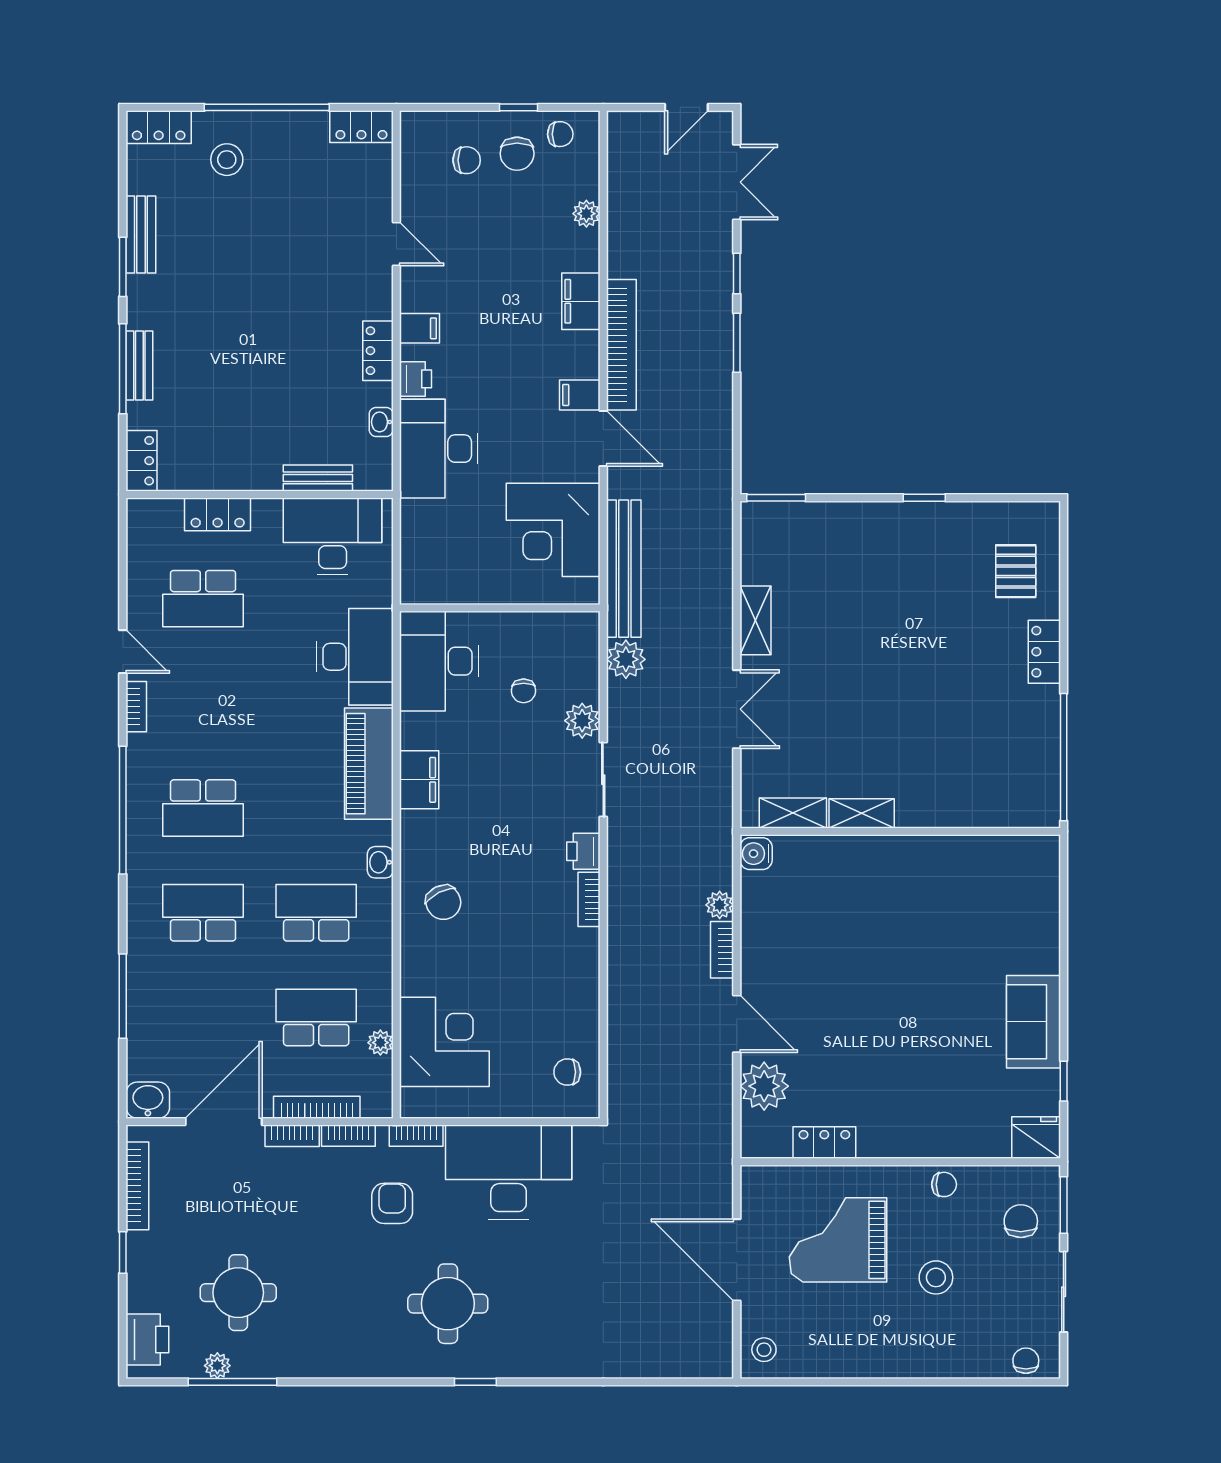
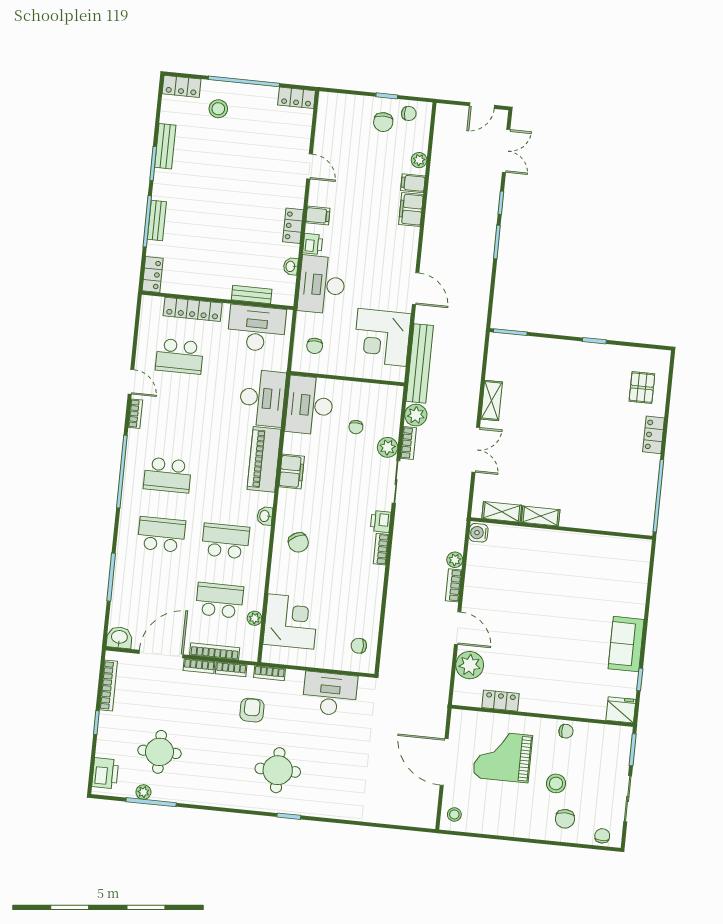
chair: (467, 160) -> (315, 346), moved, turned 90
bookcase: (621, 345) -> (408, 443), moved, width x0.43, depth x0.76
filing cabinet: (580, 395) -> (413, 183), moved
locker: (218, 514) -> (193, 309), width x1.53
desk: (509, 1172) -> (330, 694), width x0.73, depth x0.77
chair: (1021, 1221) -> (565, 819), moved, turned 180

